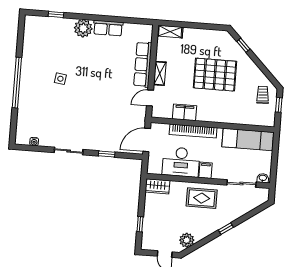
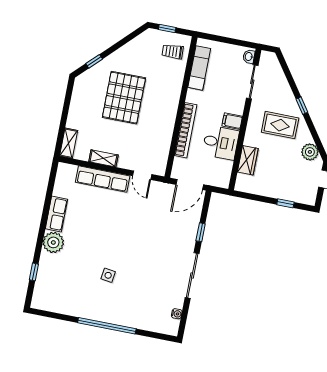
shelving: (160, 73) -> (103, 158), moved
trolley: (263, 95) -> (173, 52), moved
filing cabinet: (184, 112) -> (163, 138), removed
exam couch: (248, 139) -> (199, 68), width x0.73, depth x0.69
door: (147, 140) -> (190, 185), hinge flipped
sliding door: (69, 151) -> (192, 275), width x1.37
desk: (181, 162) -> (221, 143), width x0.73
wardrobe: (157, 186) -> (248, 160), moved
rug: (202, 198) -> (280, 125), moved, turned 90

